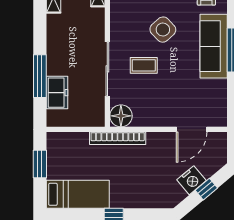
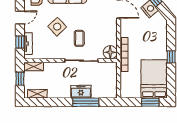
freezer: (57, 93) -> (81, 92), moved
window: (40, 164) -> (150, 102), moved
bed: (78, 194) -> (154, 79), width x1.50

